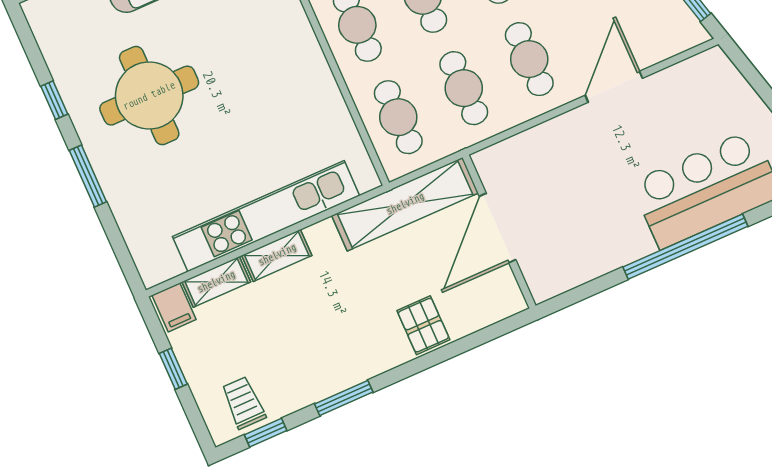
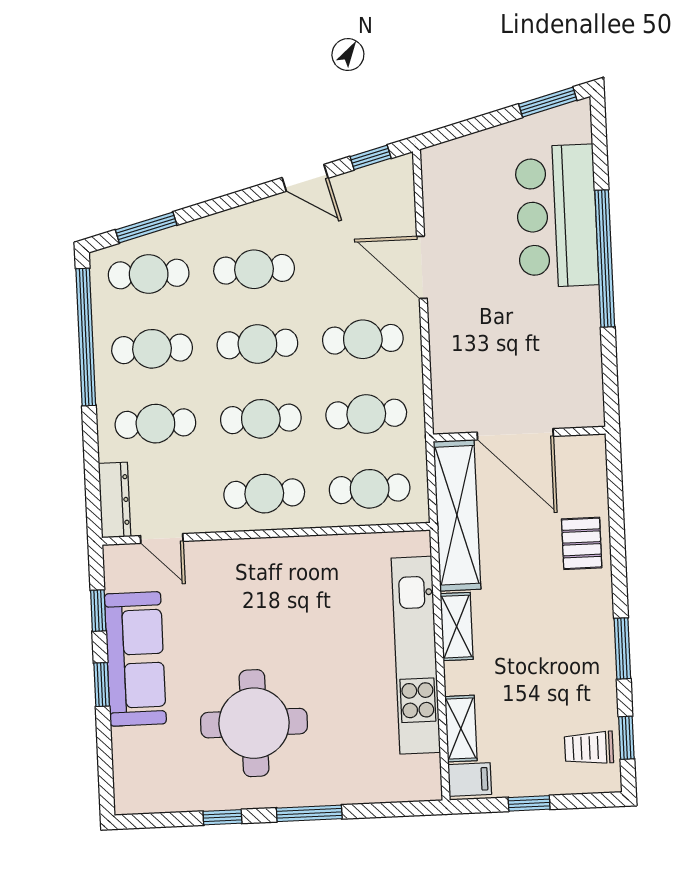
shelving: (277, 255) -> (457, 627), moved
pallet: (423, 325) -> (582, 543), turned 90

